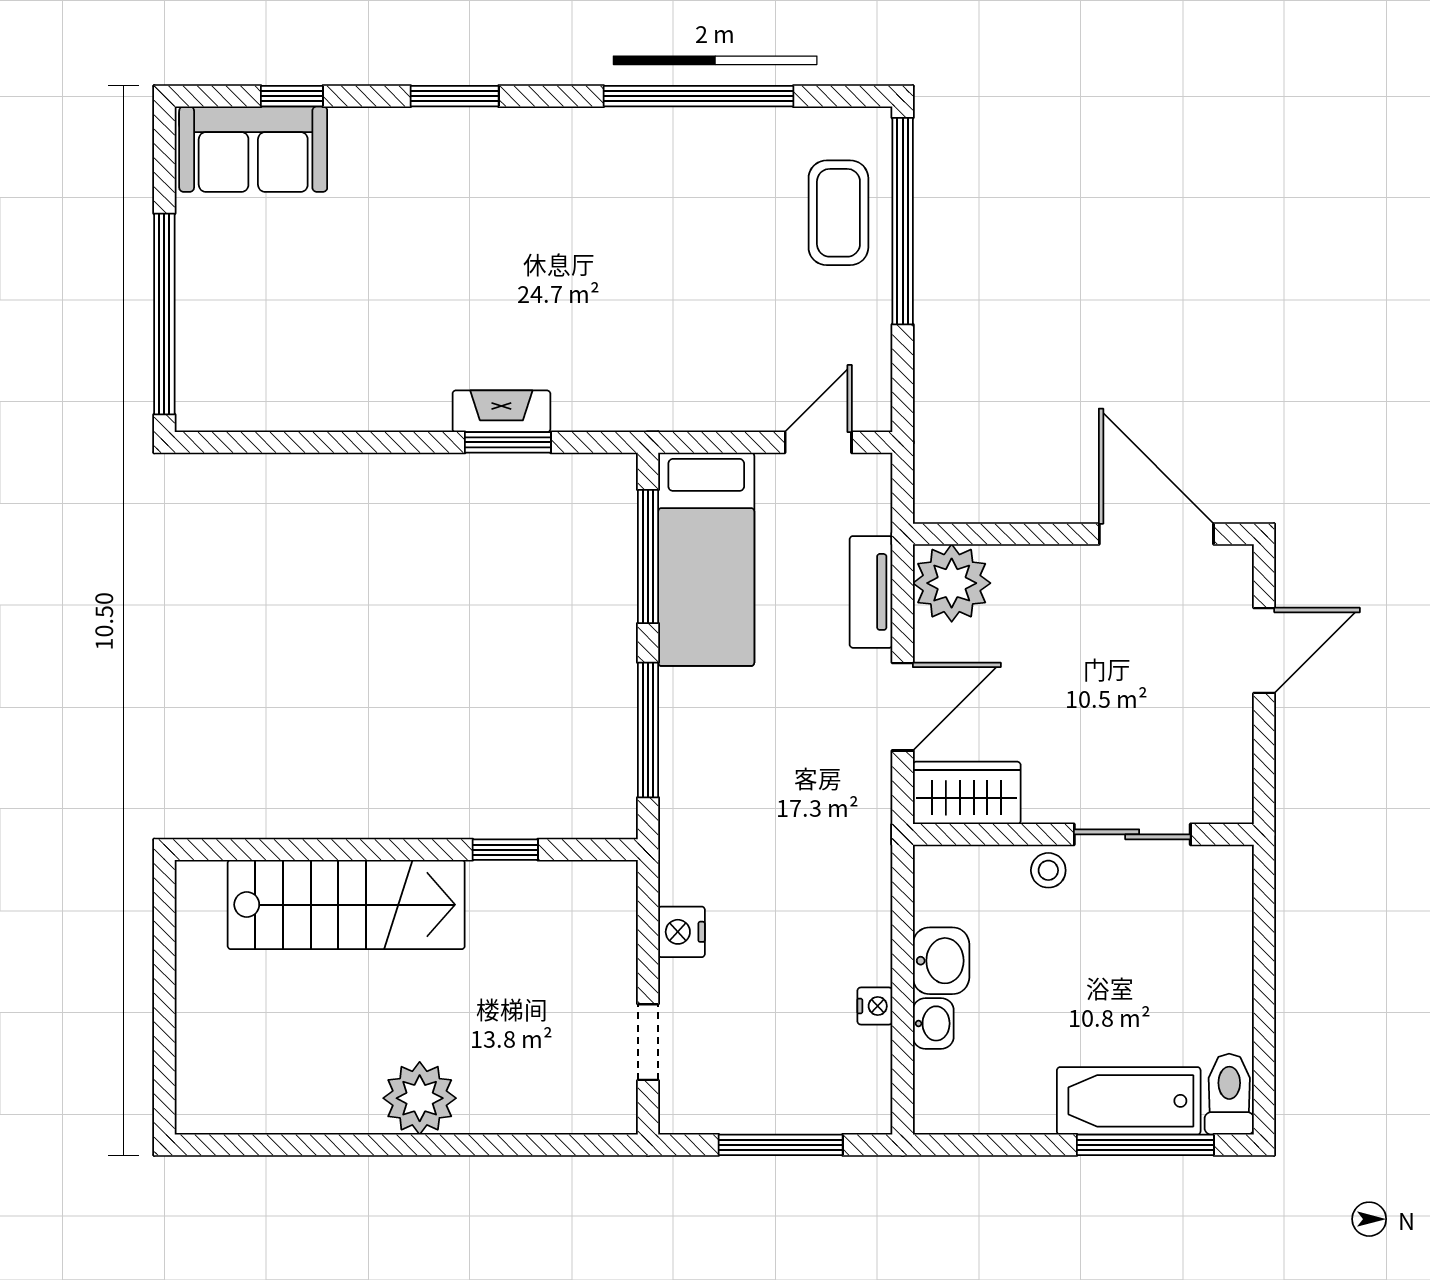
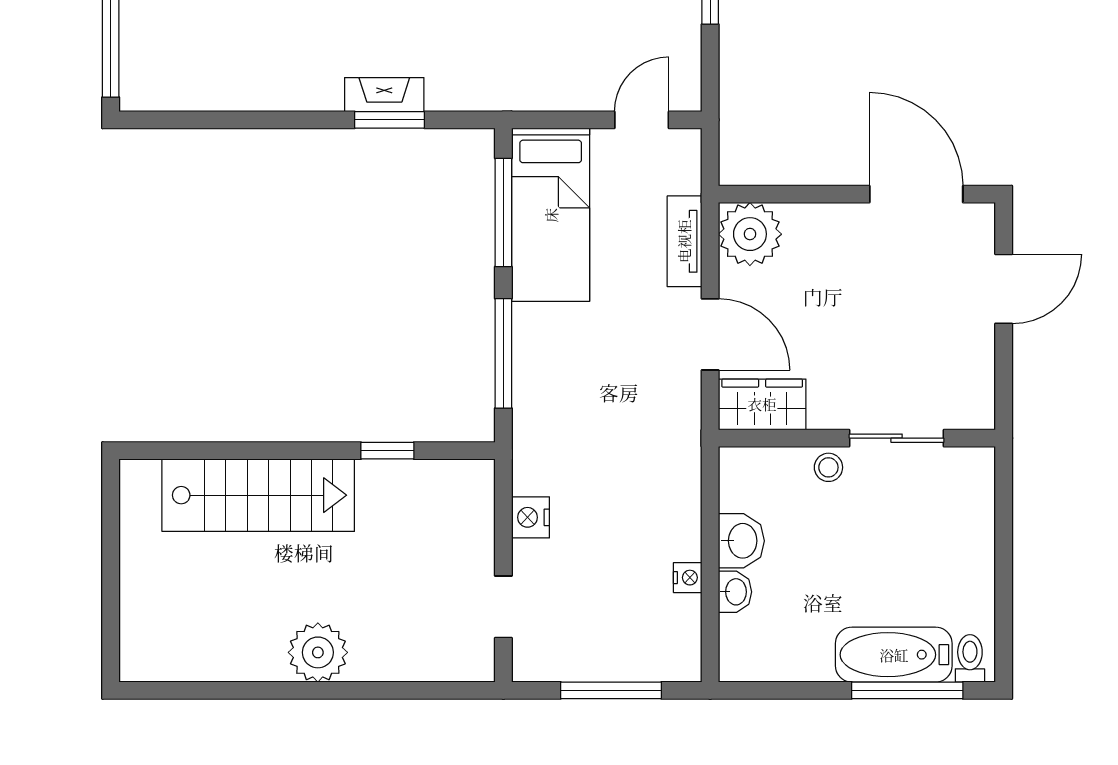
door: (903, 707) -> (710, 334), hinge flipped
toilet: (1229, 1094) -> (970, 658), width x0.73, depth x0.72

